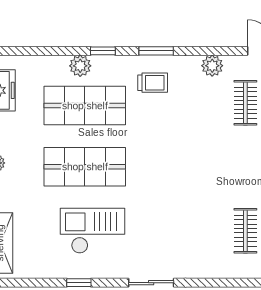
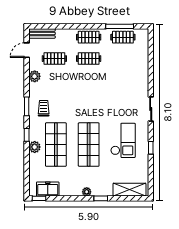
checkout: (93, 231) -> (123, 140), turned 180
clothes rail: (245, 231) -> (89, 59), moved

